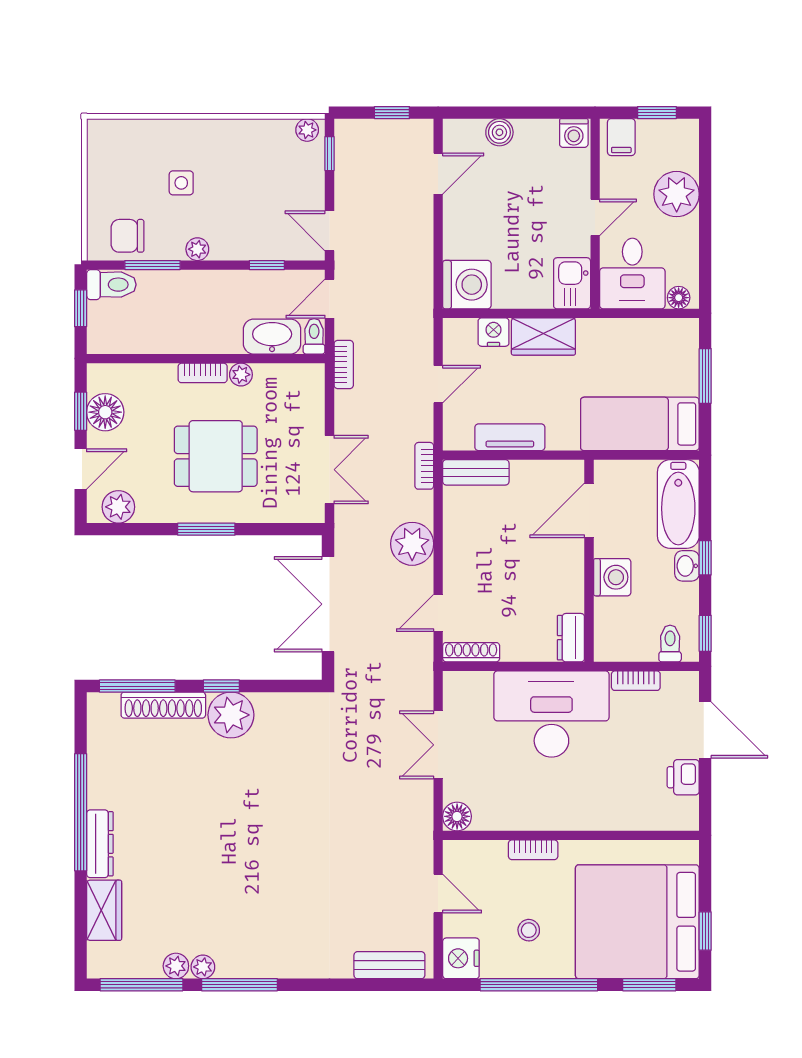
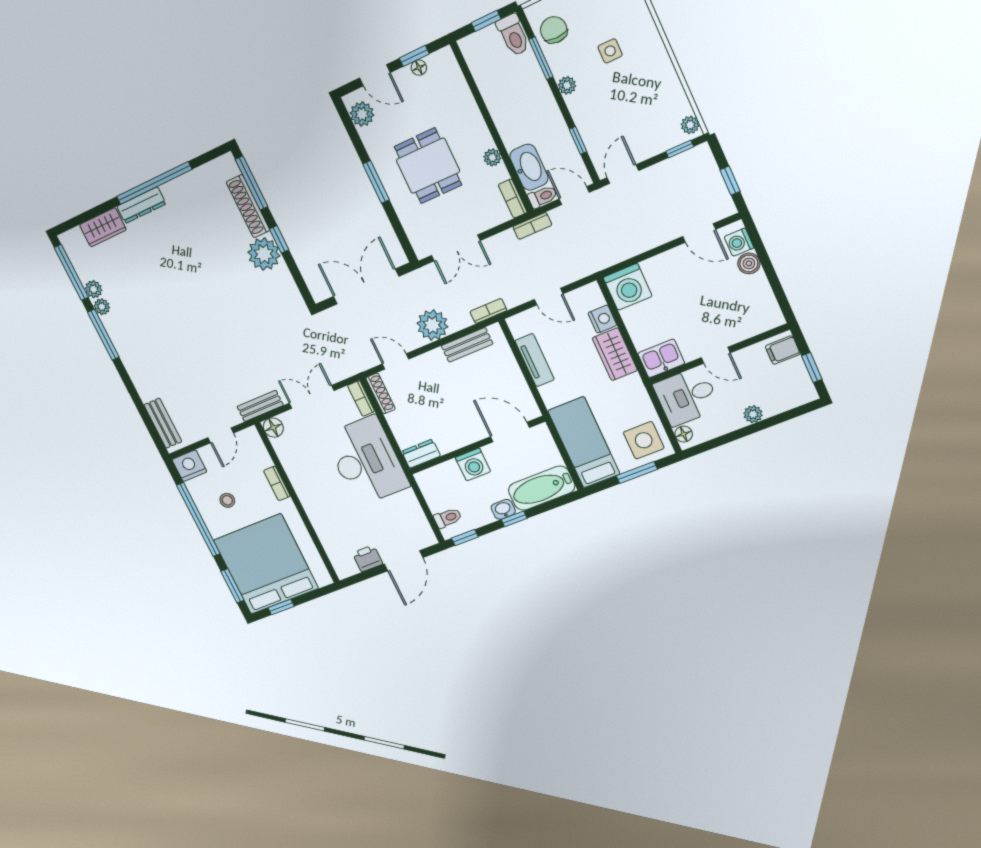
washing machine: (574, 133) -> (739, 242), moved
plant: (677, 194) -> (753, 414), width x0.53, depth x0.53
side table: (667, 349) -> (644, 440), added
bookcase: (203, 373) -> (513, 199), moved
floor lamp: (105, 412) -> (419, 68), width x0.53, depth x0.53
bench: (476, 472) -> (467, 345), moved, turned 90
bookcase: (636, 681) -> (361, 398), moved
bench: (421, 820) -> (260, 406), added

